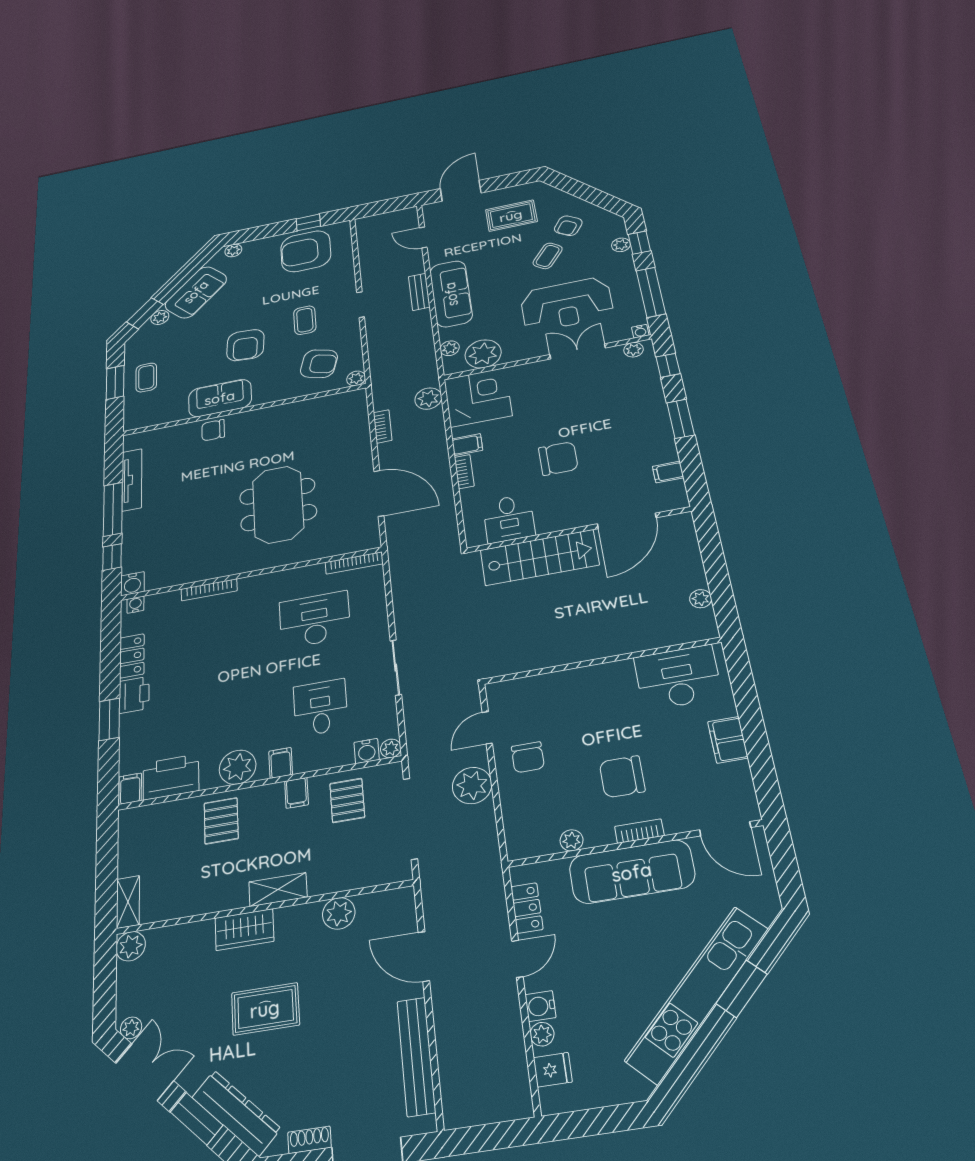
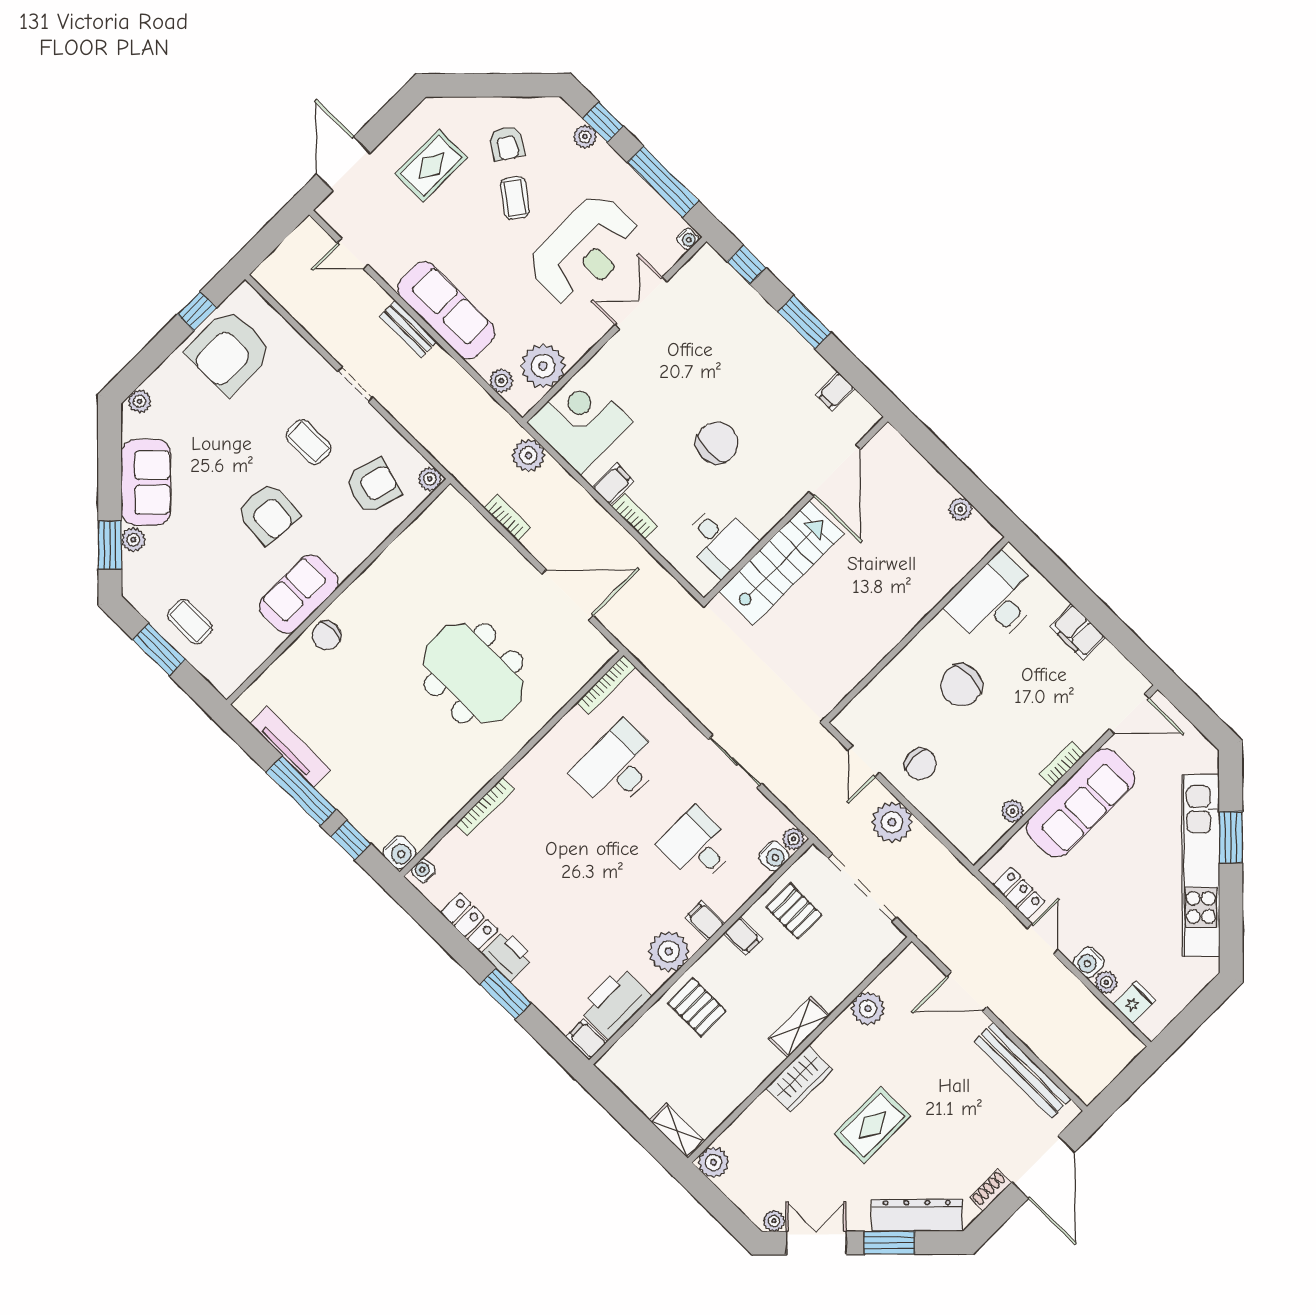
plant: (634, 350) -> (698, 266), removed
chair: (622, 777) -> (961, 685), moved

